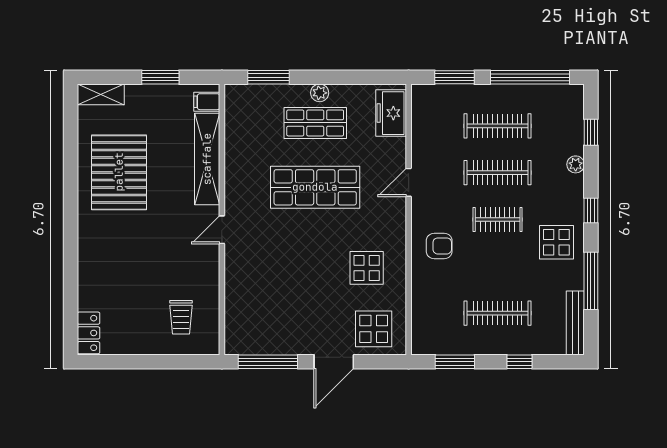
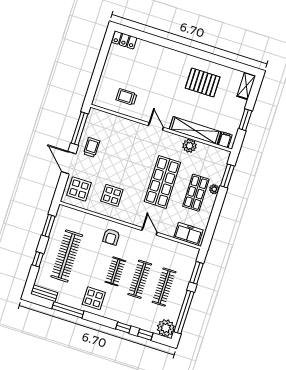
plant: (320, 93) -> (214, 189), moved
plant: (237, 160) -> (190, 146), added
plant: (576, 164) -> (166, 328), moved, width x1.88, depth x1.88
pallet: (119, 172) -> (203, 82), width x0.73, depth x0.71
window: (591, 211) -> (123, 328), moved
clothes rail: (498, 313) -> (67, 256), width x1.37, depth x1.31
trolley: (181, 317) -> (126, 97), moved
bench: (575, 323) -> (44, 293), width x0.73
trolley: (294, 330) -> (92, 147), added

